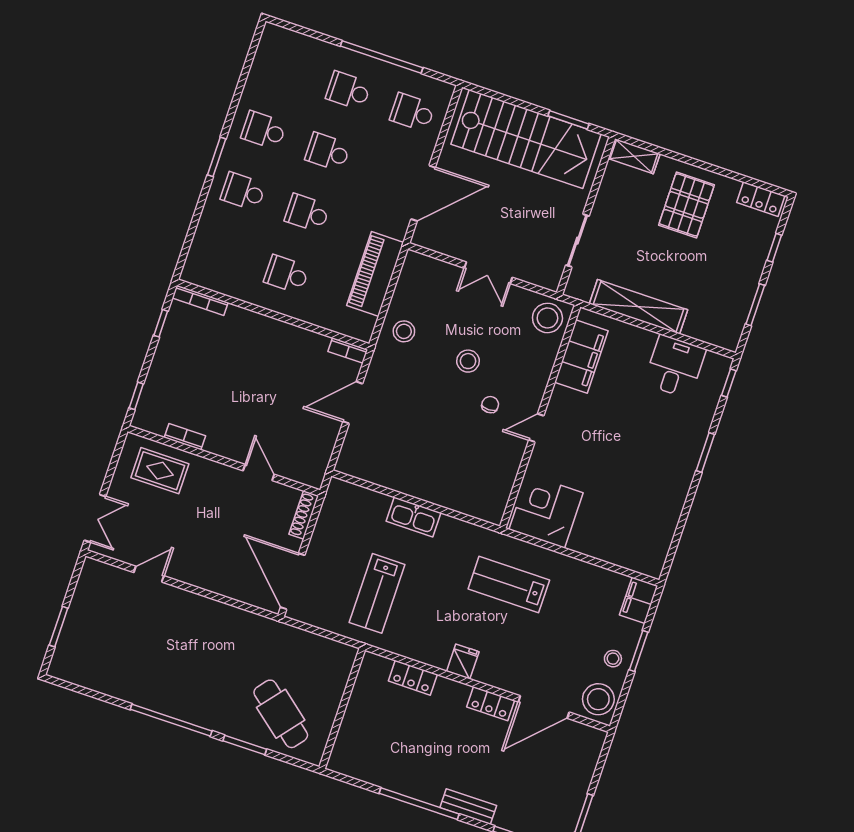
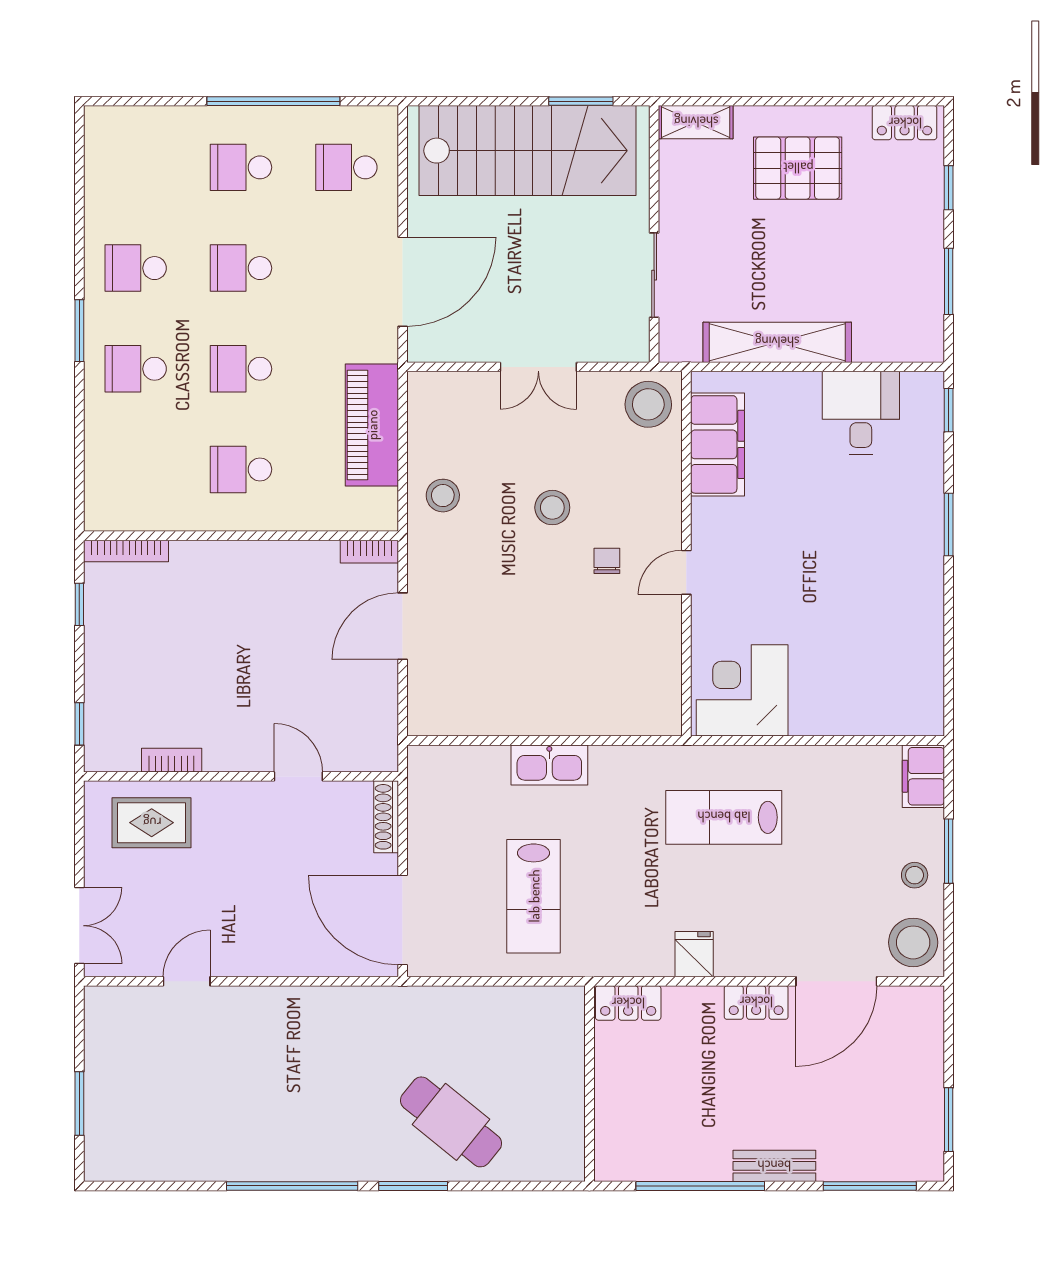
pallet: (686, 205) -> (798, 168), turned 90
wall: (342, 708) -> (589, 1084), moved

